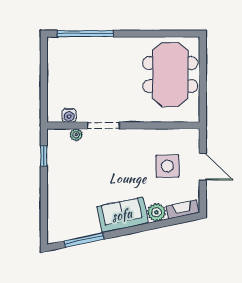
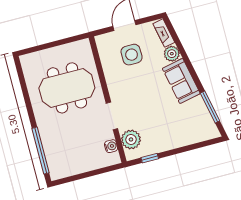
meeting table: (170, 75) -> (67, 88), moved
plant: (76, 135) -> (131, 139), width x1.87, depth x1.87

